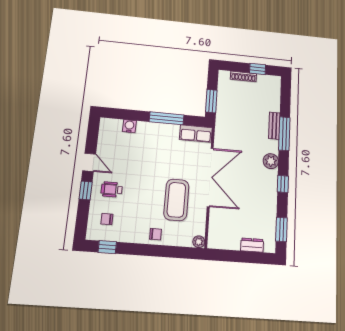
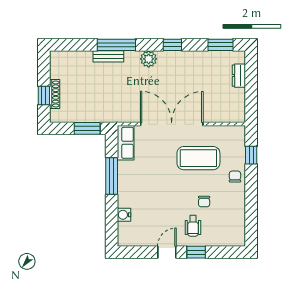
window: (258, 69) -> (44, 96), moved
chair: (107, 219) -> (204, 201), moved
plant: (199, 242) -> (239, 132), removed
window: (107, 247) -> (251, 155), moved

